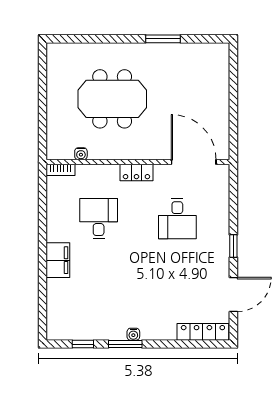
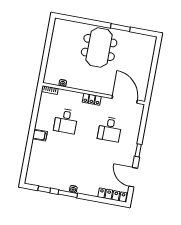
meeting table: (112, 99) -> (99, 47), moved, turned 90
desk: (99, 219) -> (66, 121), turned 180
filing cabinet: (58, 260) -> (40, 135), width x0.50
door: (233, 294) -> (133, 177), swing flipped

